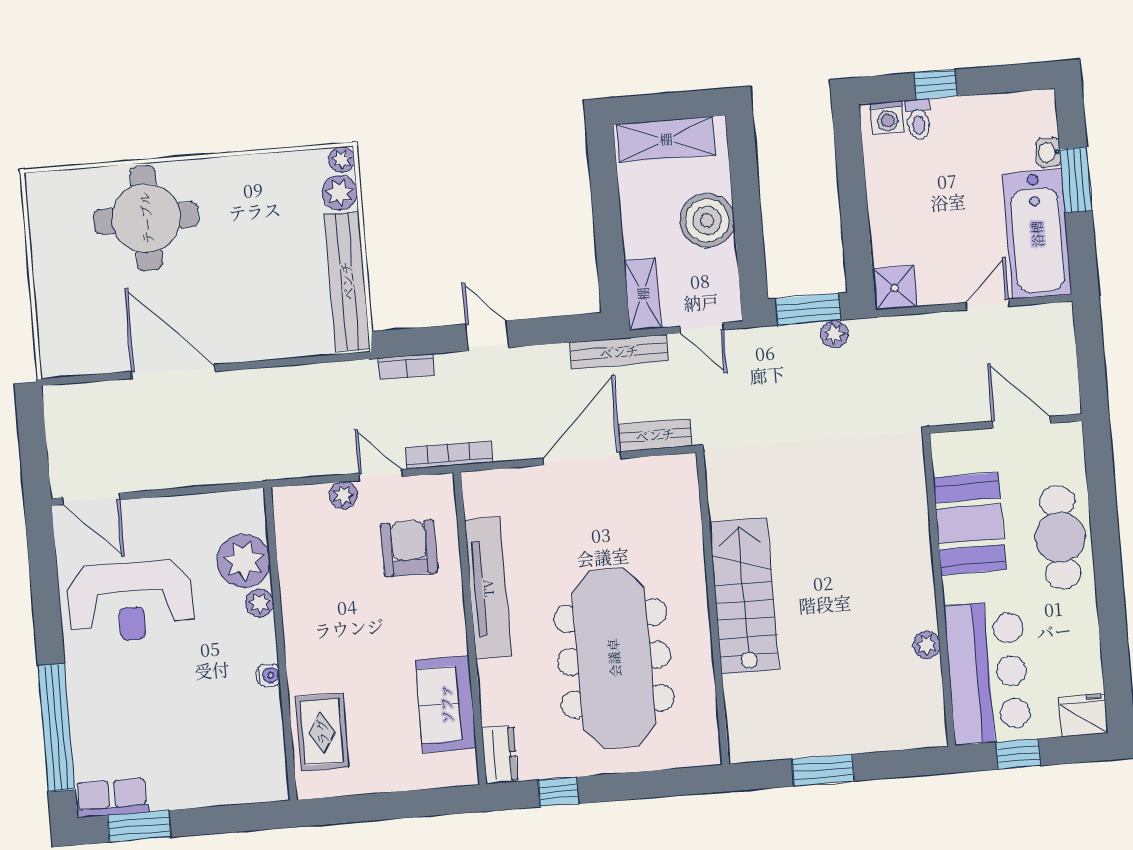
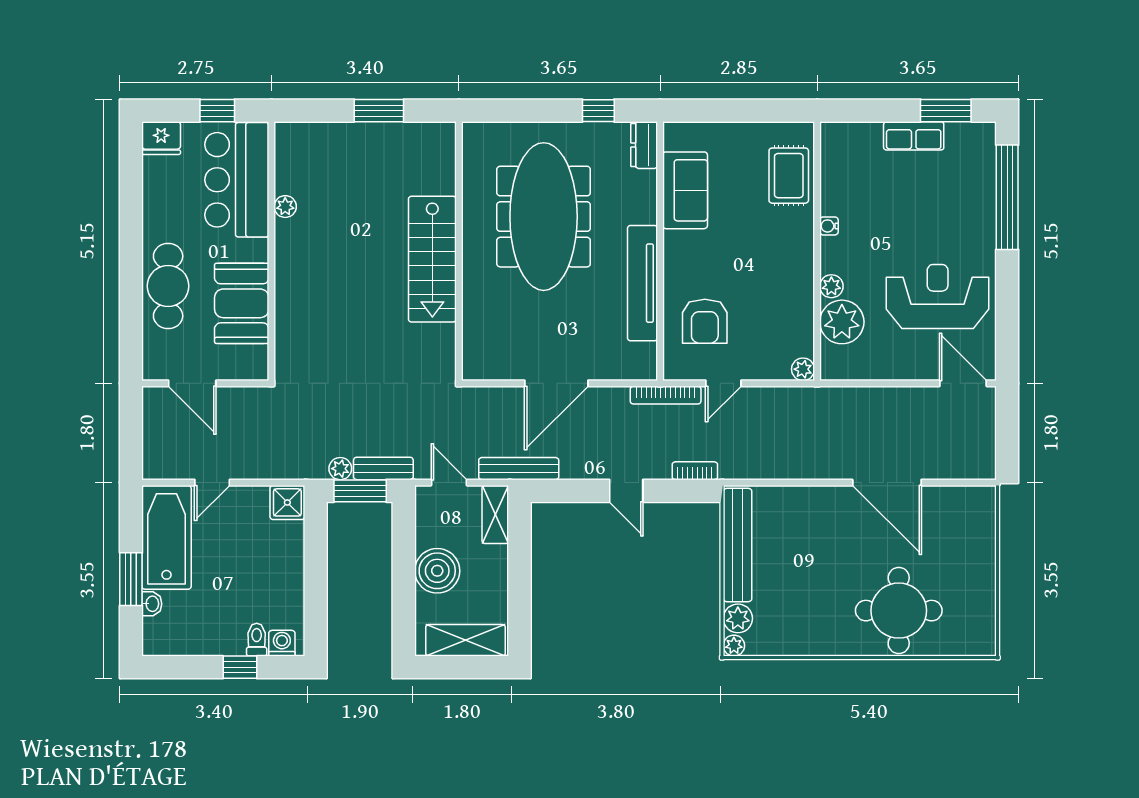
bench: (655, 435) -> (383, 468), moved
door: (380, 475) -> (723, 383), hinge flipped
plant: (343, 495) -> (803, 369), moved
row of seats: (112, 798) -> (914, 136), moved

